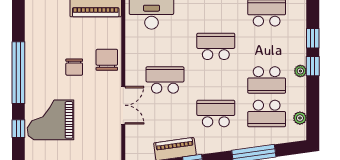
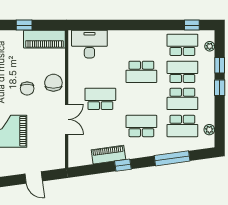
school desk: (216, 46) -> (141, 72), turned 180
school desk: (267, 46) -> (182, 72), added
plant: (300, 71) -> (210, 46), moved

